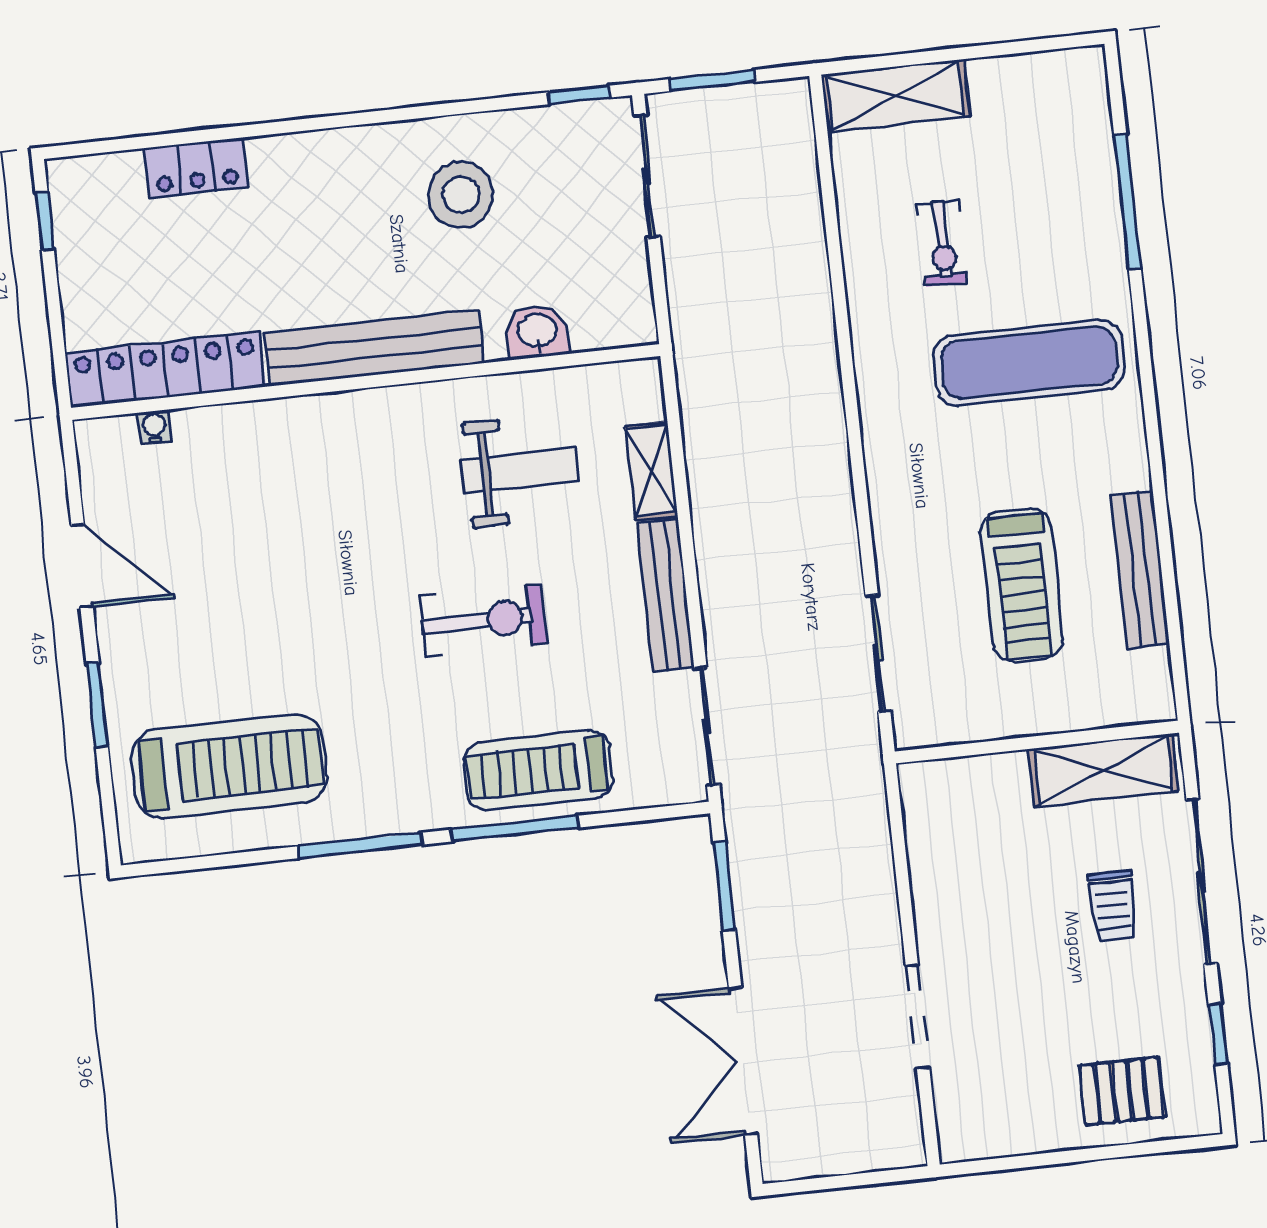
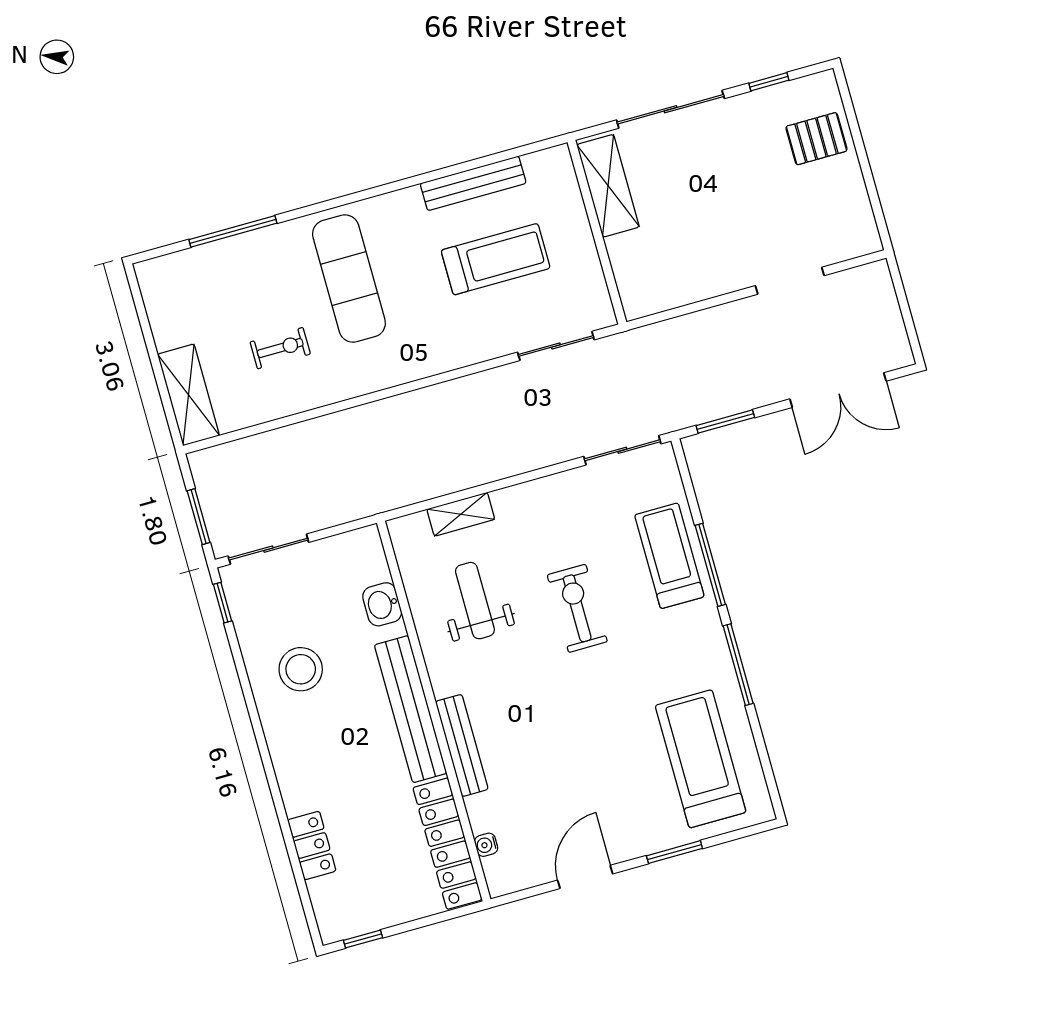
bench: (666, 596) -> (462, 745), moved, turned 90
treadmill: (538, 770) -> (669, 556), turned 180
trolley: (1113, 906) -> (696, 164), removed
pallet: (1122, 1091) -> (816, 139), turned 90

